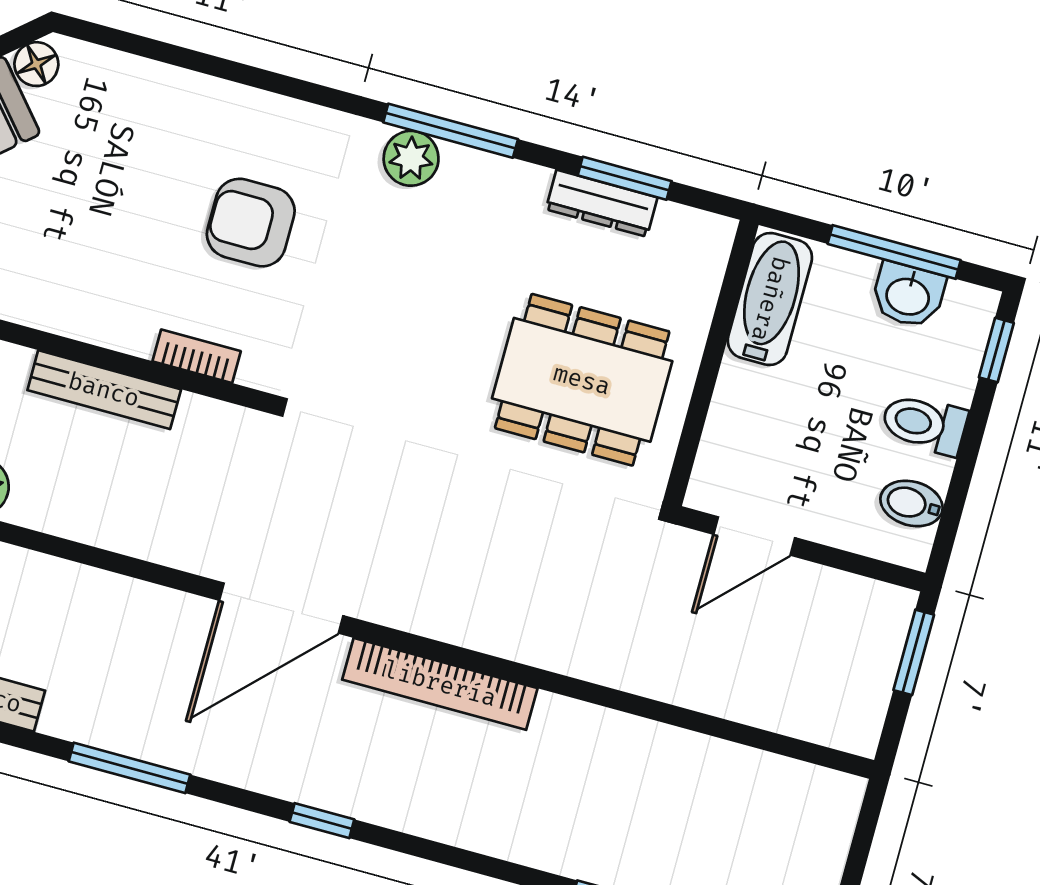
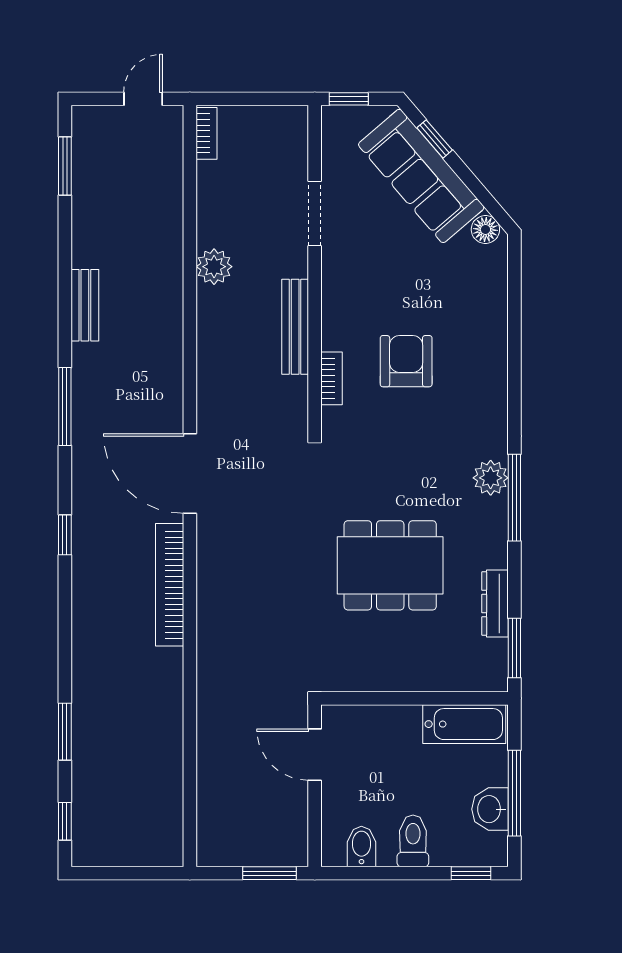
window: (625, 178) -> (514, 648), moved
armchair: (251, 223) -> (406, 361), moved
dining table: (582, 380) -> (390, 565), moved, turned 90

